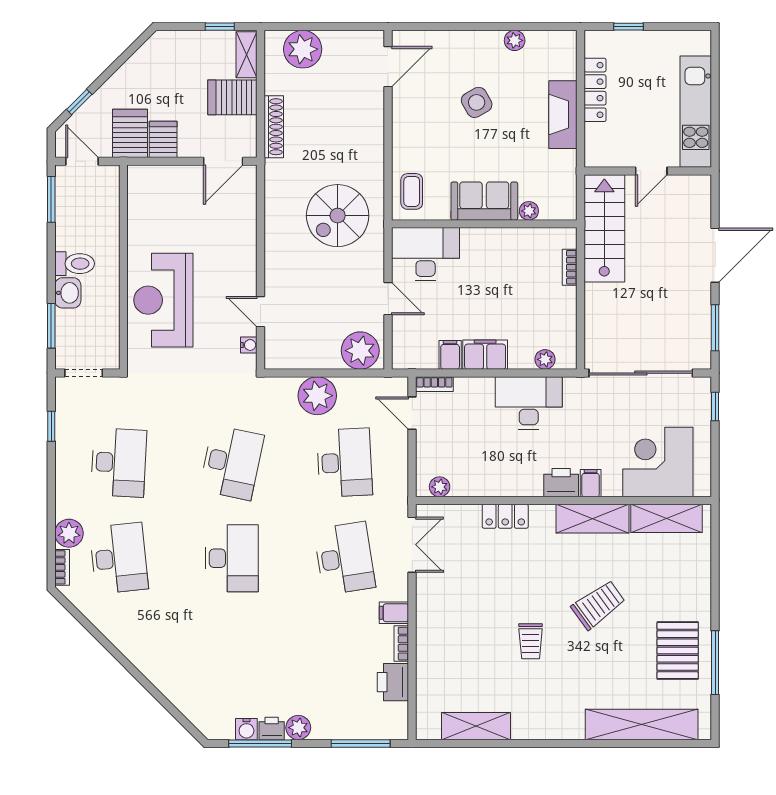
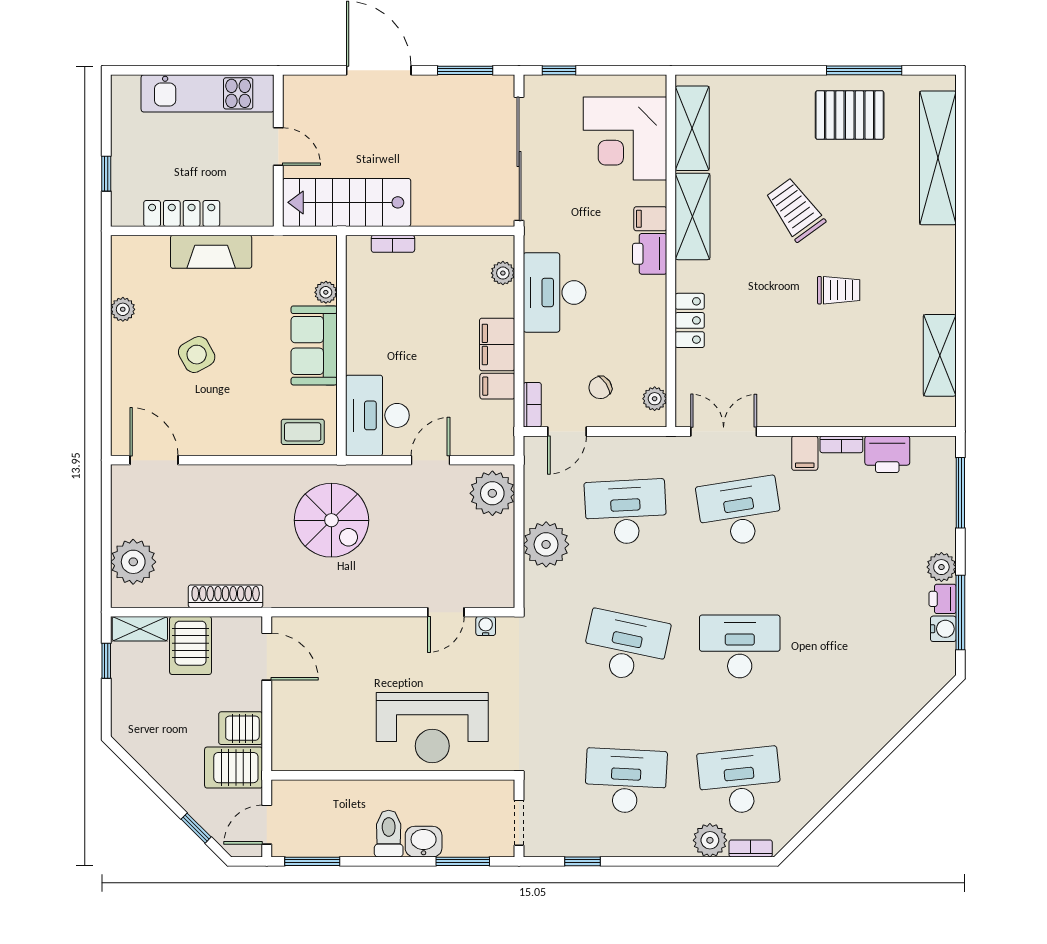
chair: (449, 441) -> (600, 388), added

